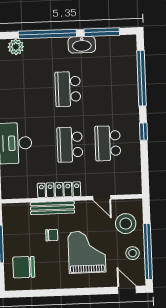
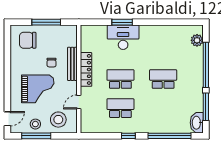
washbasin: (82, 45) -> (197, 123), moved
window: (148, 252) -> (36, 136), width x0.68
chair: (24, 267) -> (28, 40), turned -90

